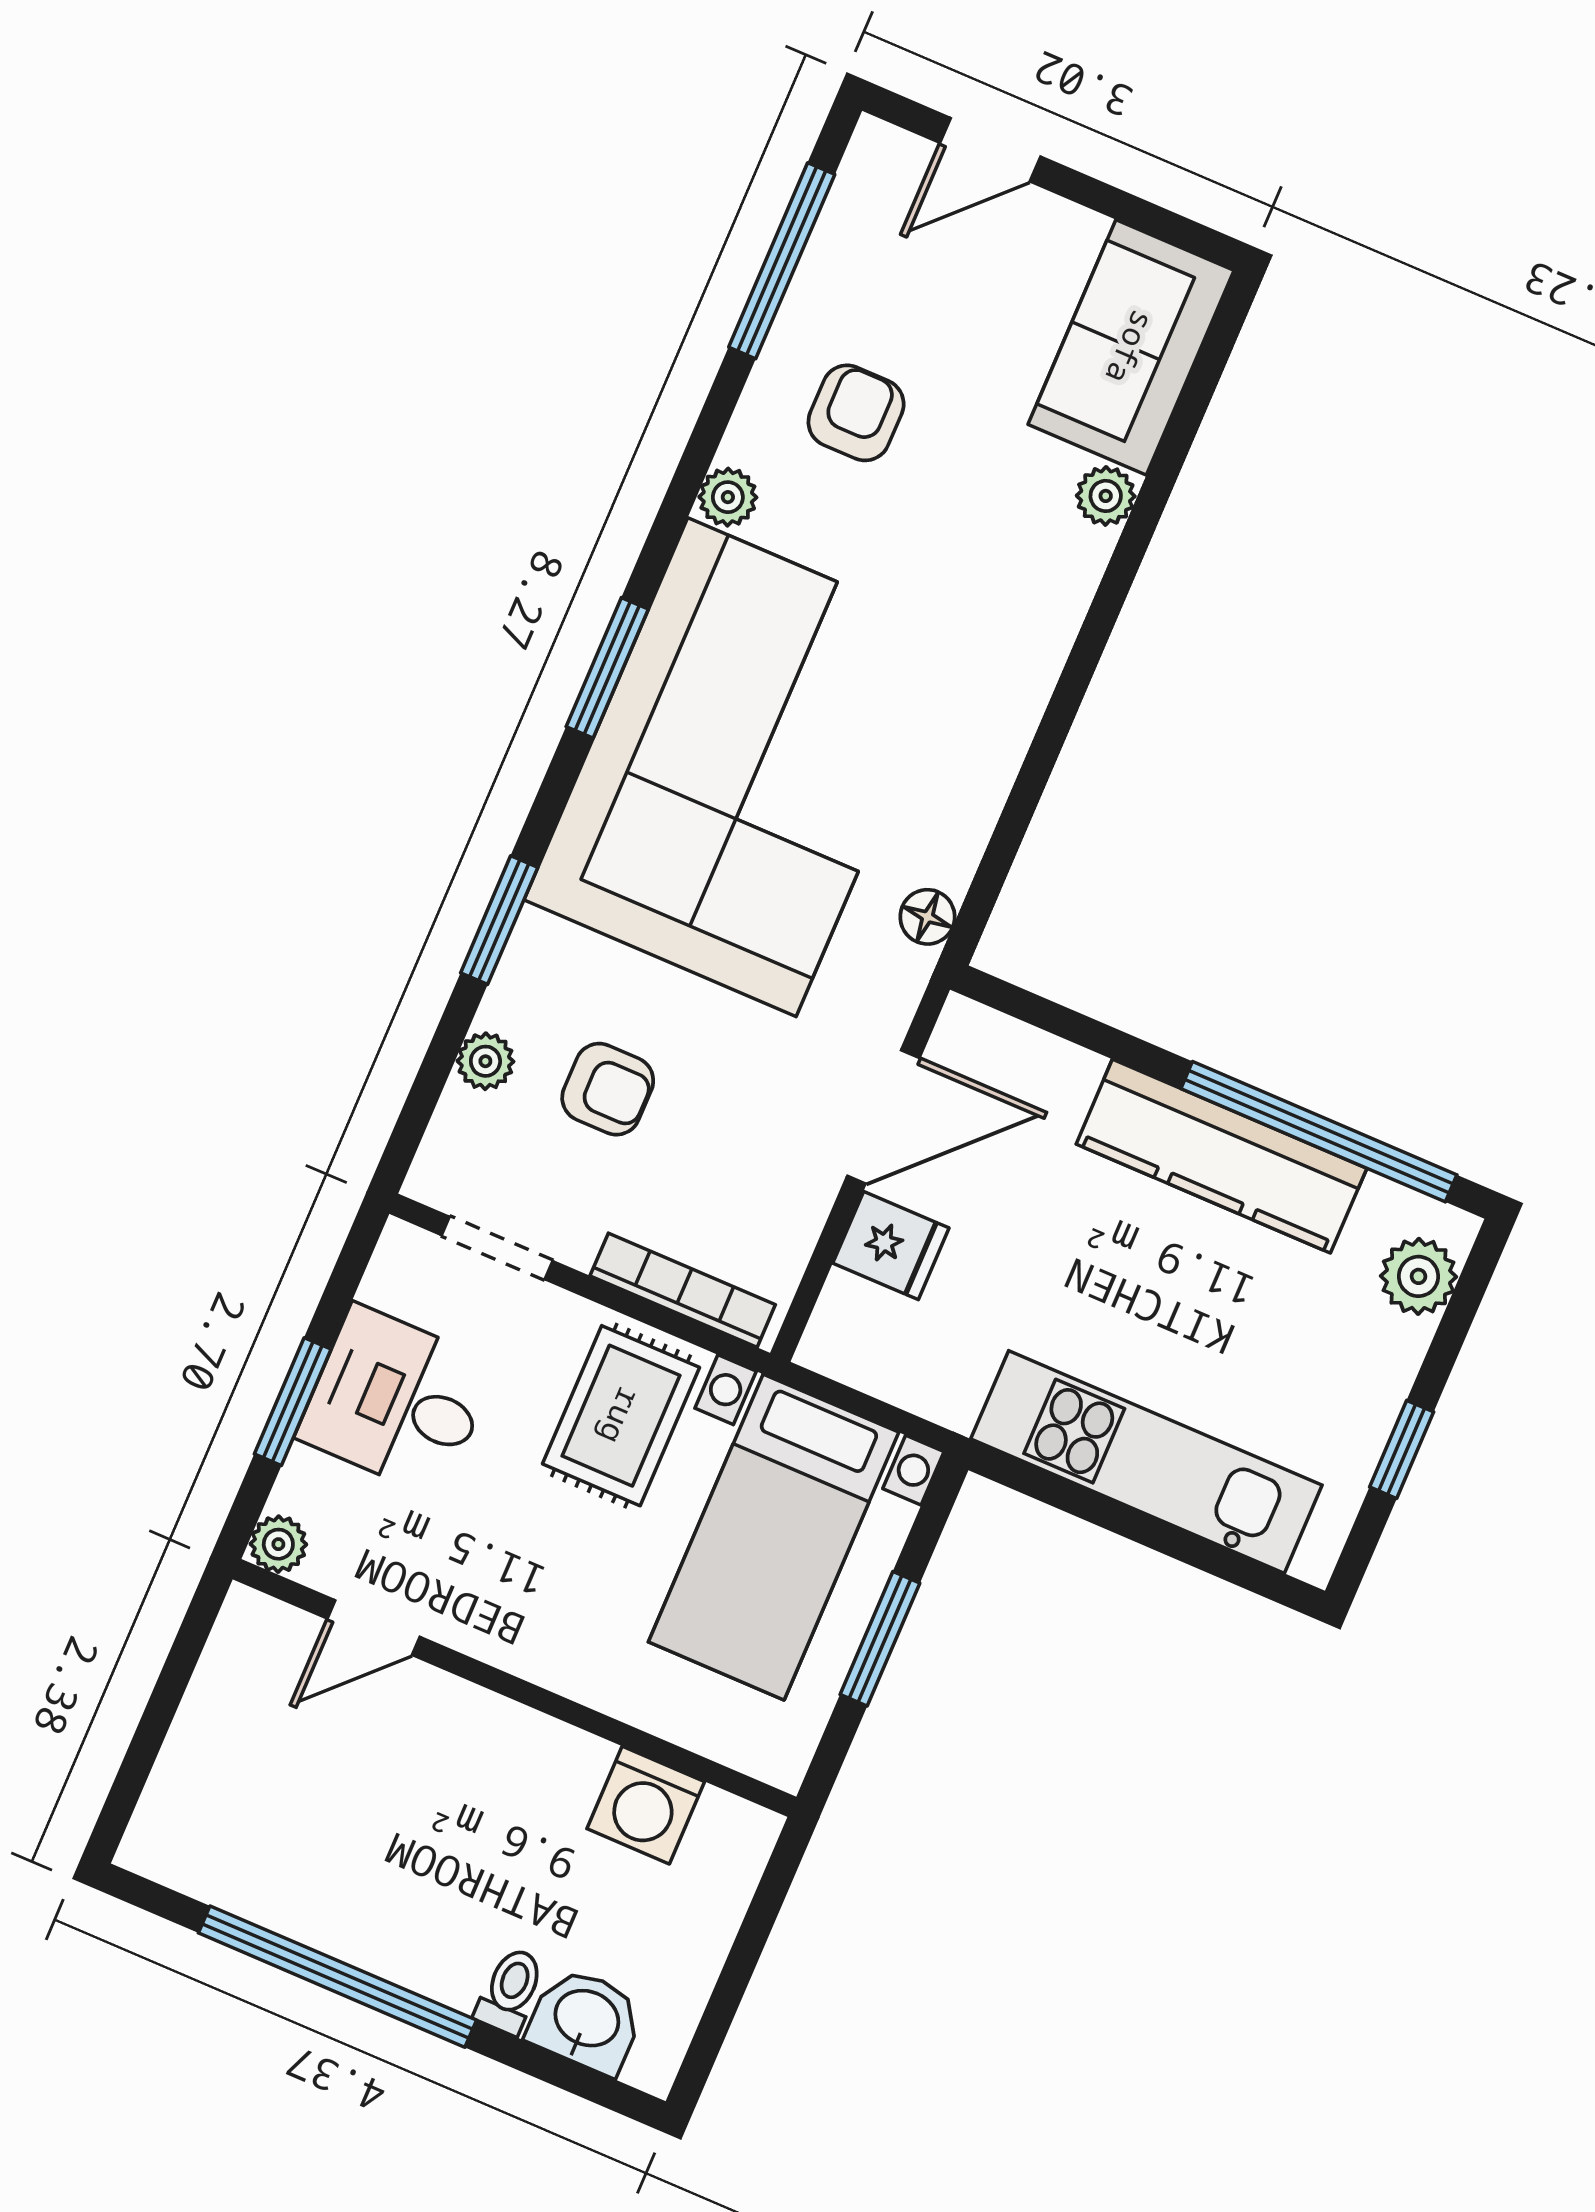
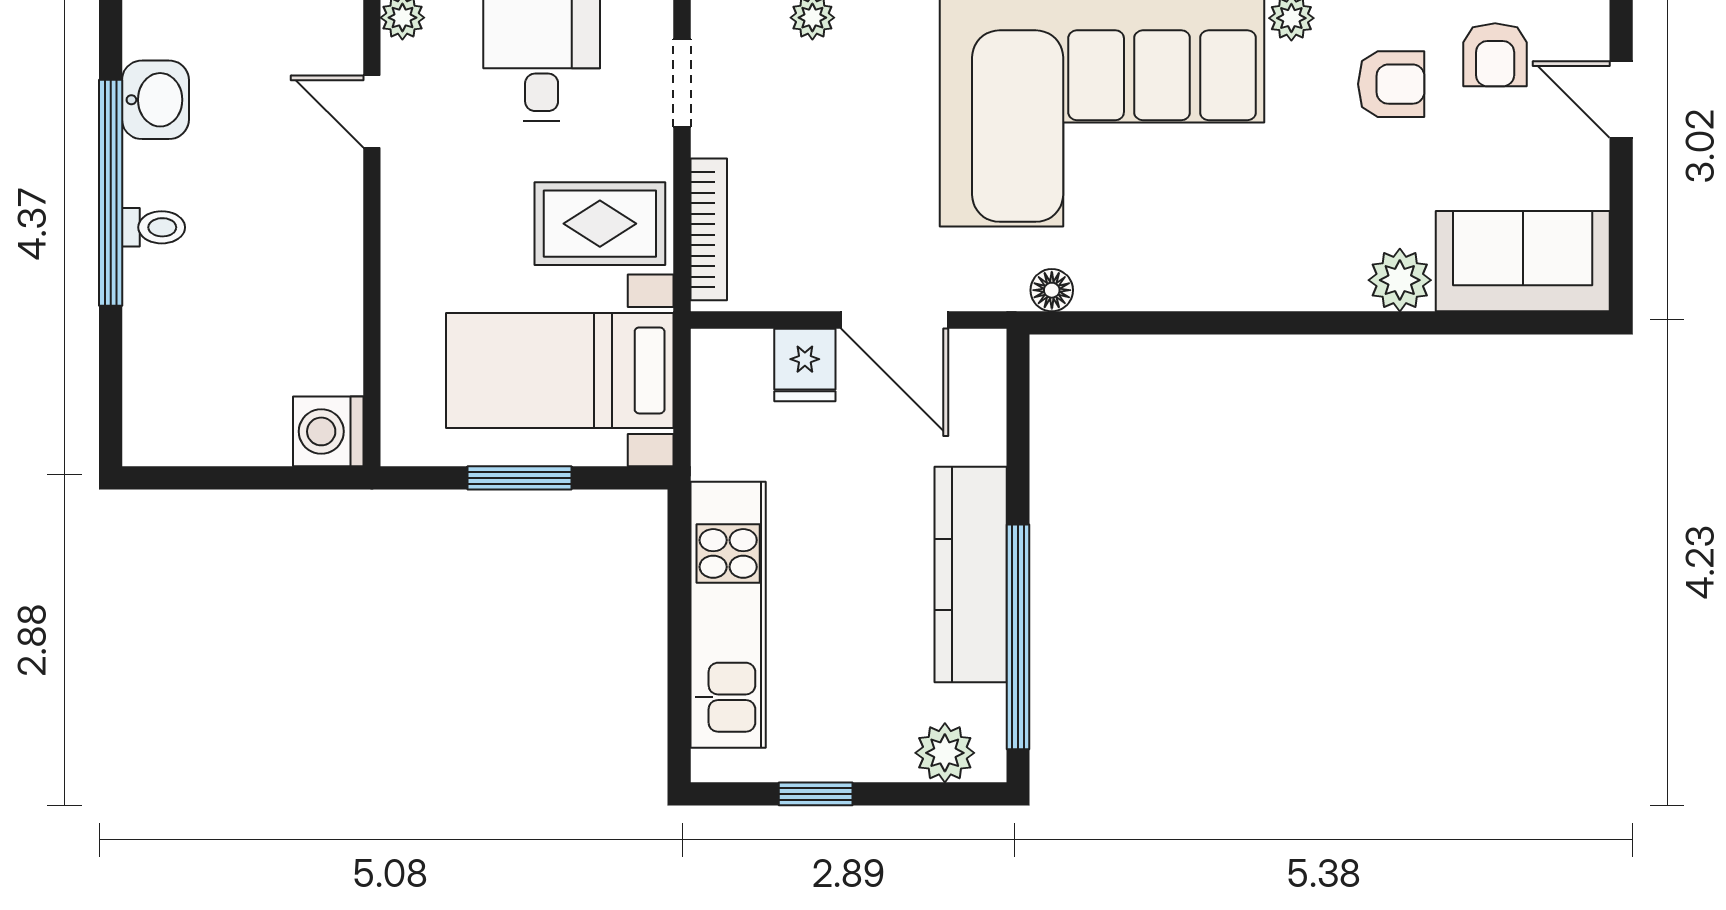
plant: (1106, 496) -> (1400, 280), width x1.38, depth x1.38
armchair: (608, 1089) -> (1495, 55), moved
washing machine: (646, 1805) -> (328, 431), moved
toilet: (510, 1991) -> (154, 227), moved
washbasin: (586, 2020) -> (155, 100), moved

